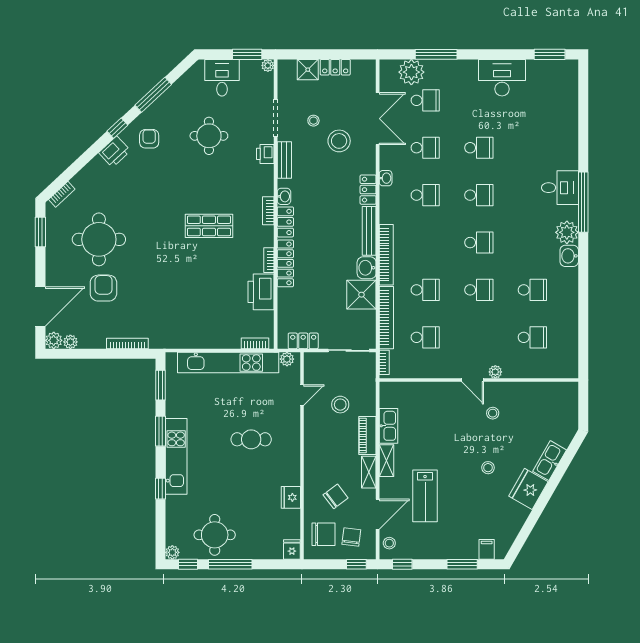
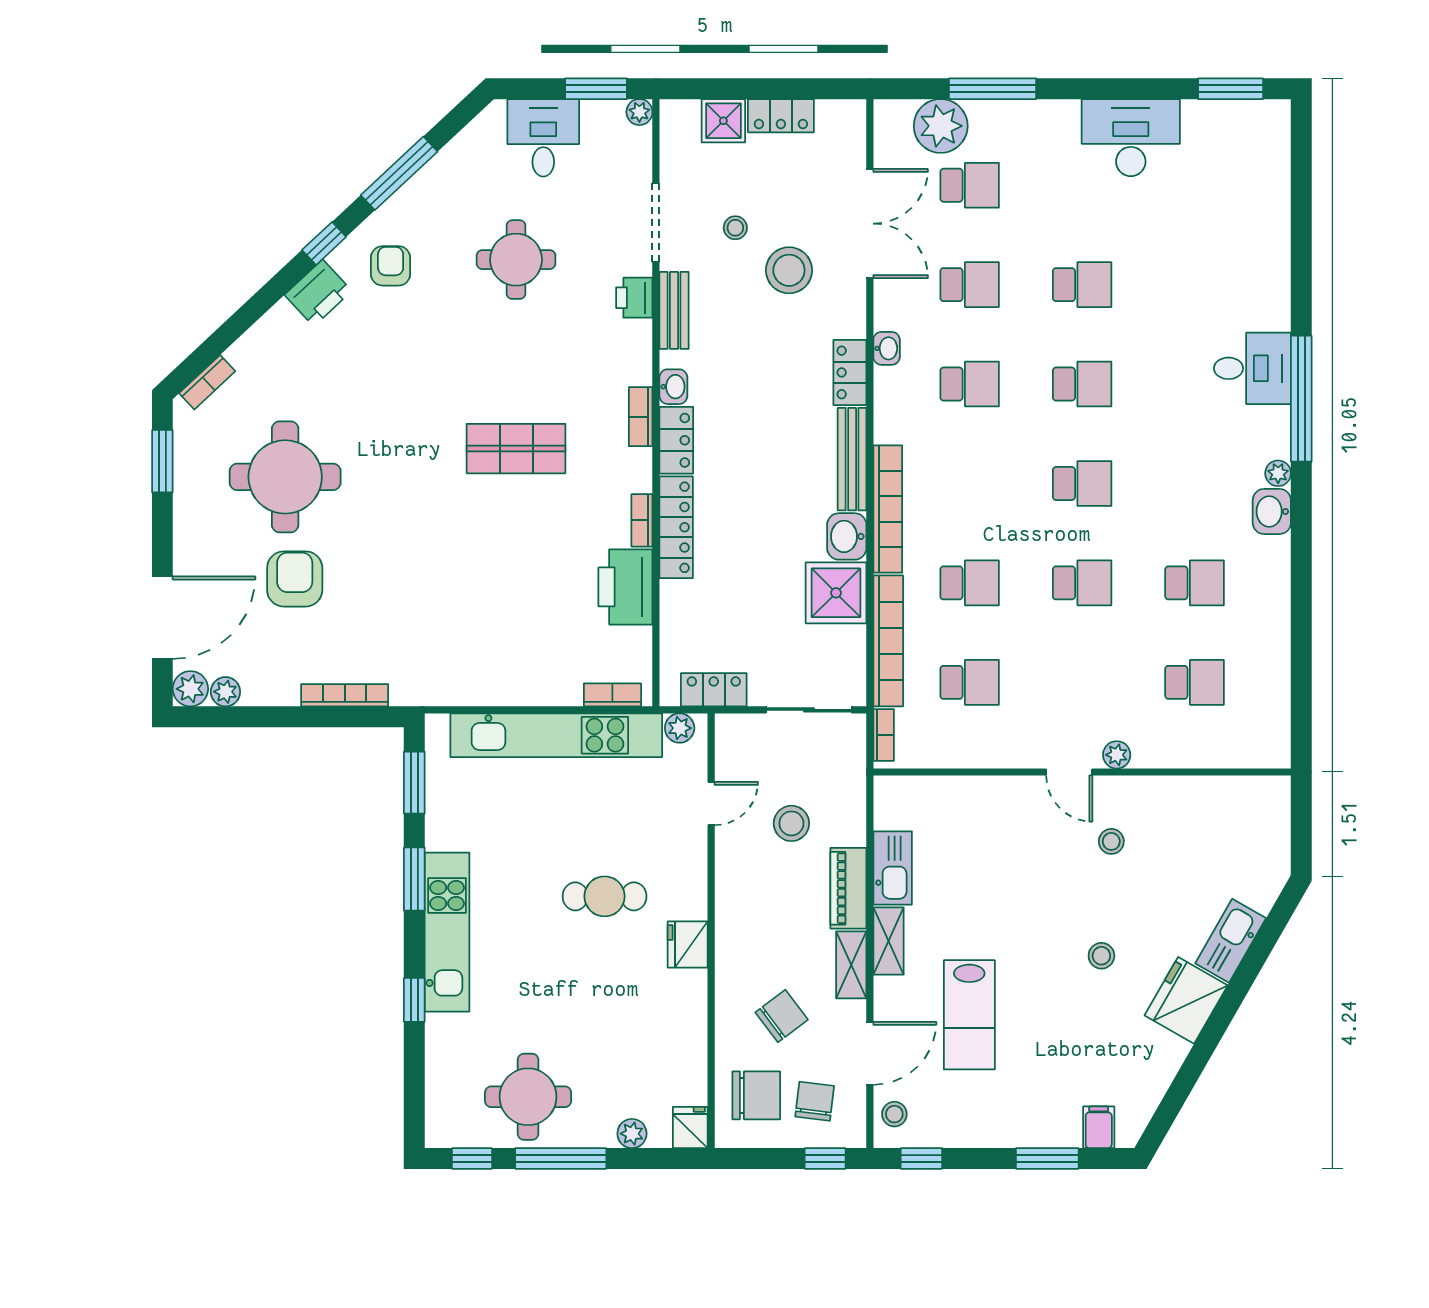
plant: (567, 232) -> (1278, 473), width x0.53, depth x0.53
fridge: (291, 497) -> (688, 945), moved
plant: (172, 552) -> (632, 1134), moved

